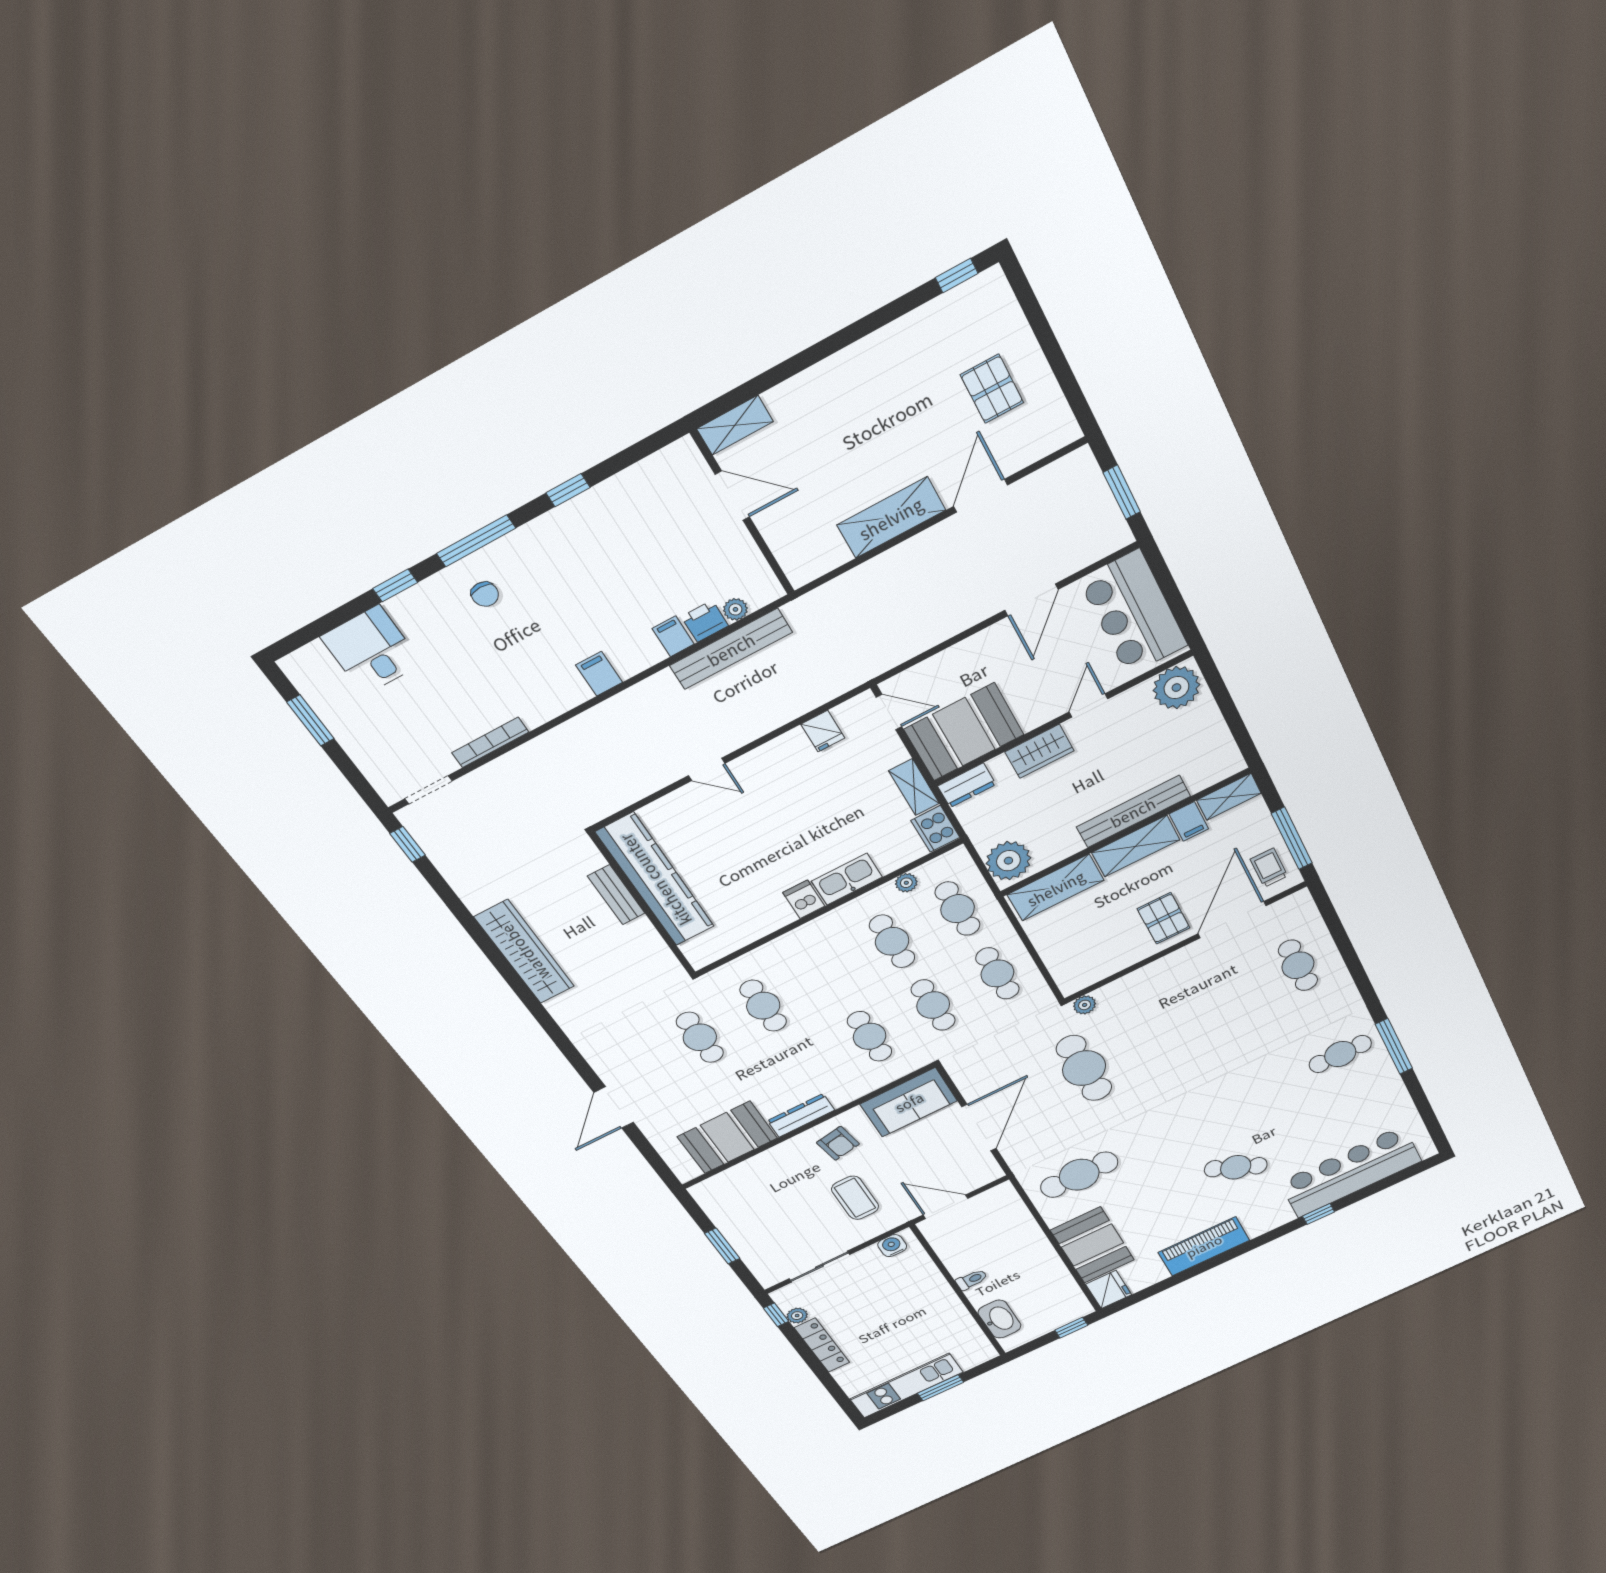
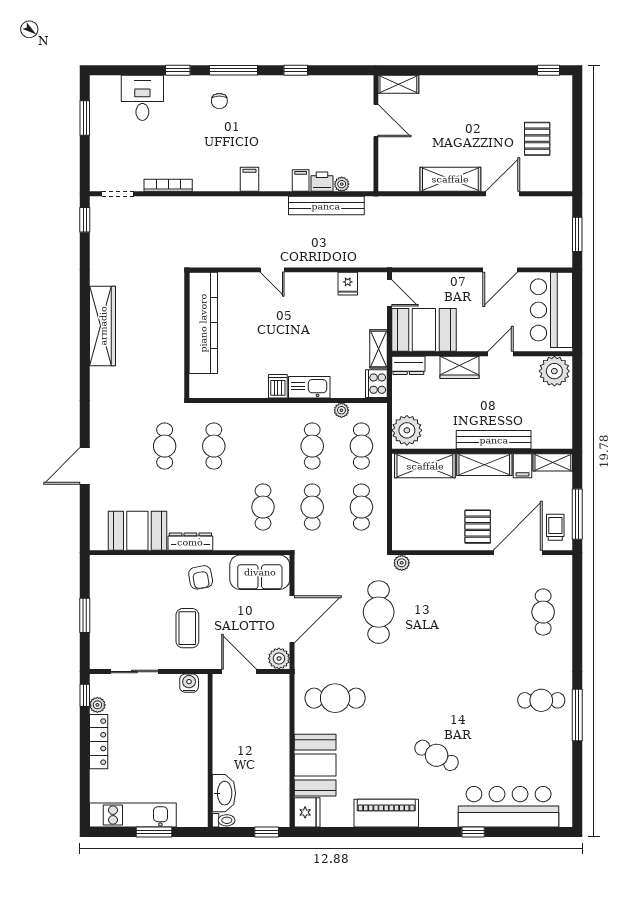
bench: (616, 895) -> (176, 320), removed
plant: (987, 1172) -> (279, 659), added
toilet: (972, 1280) -> (224, 820), moved

